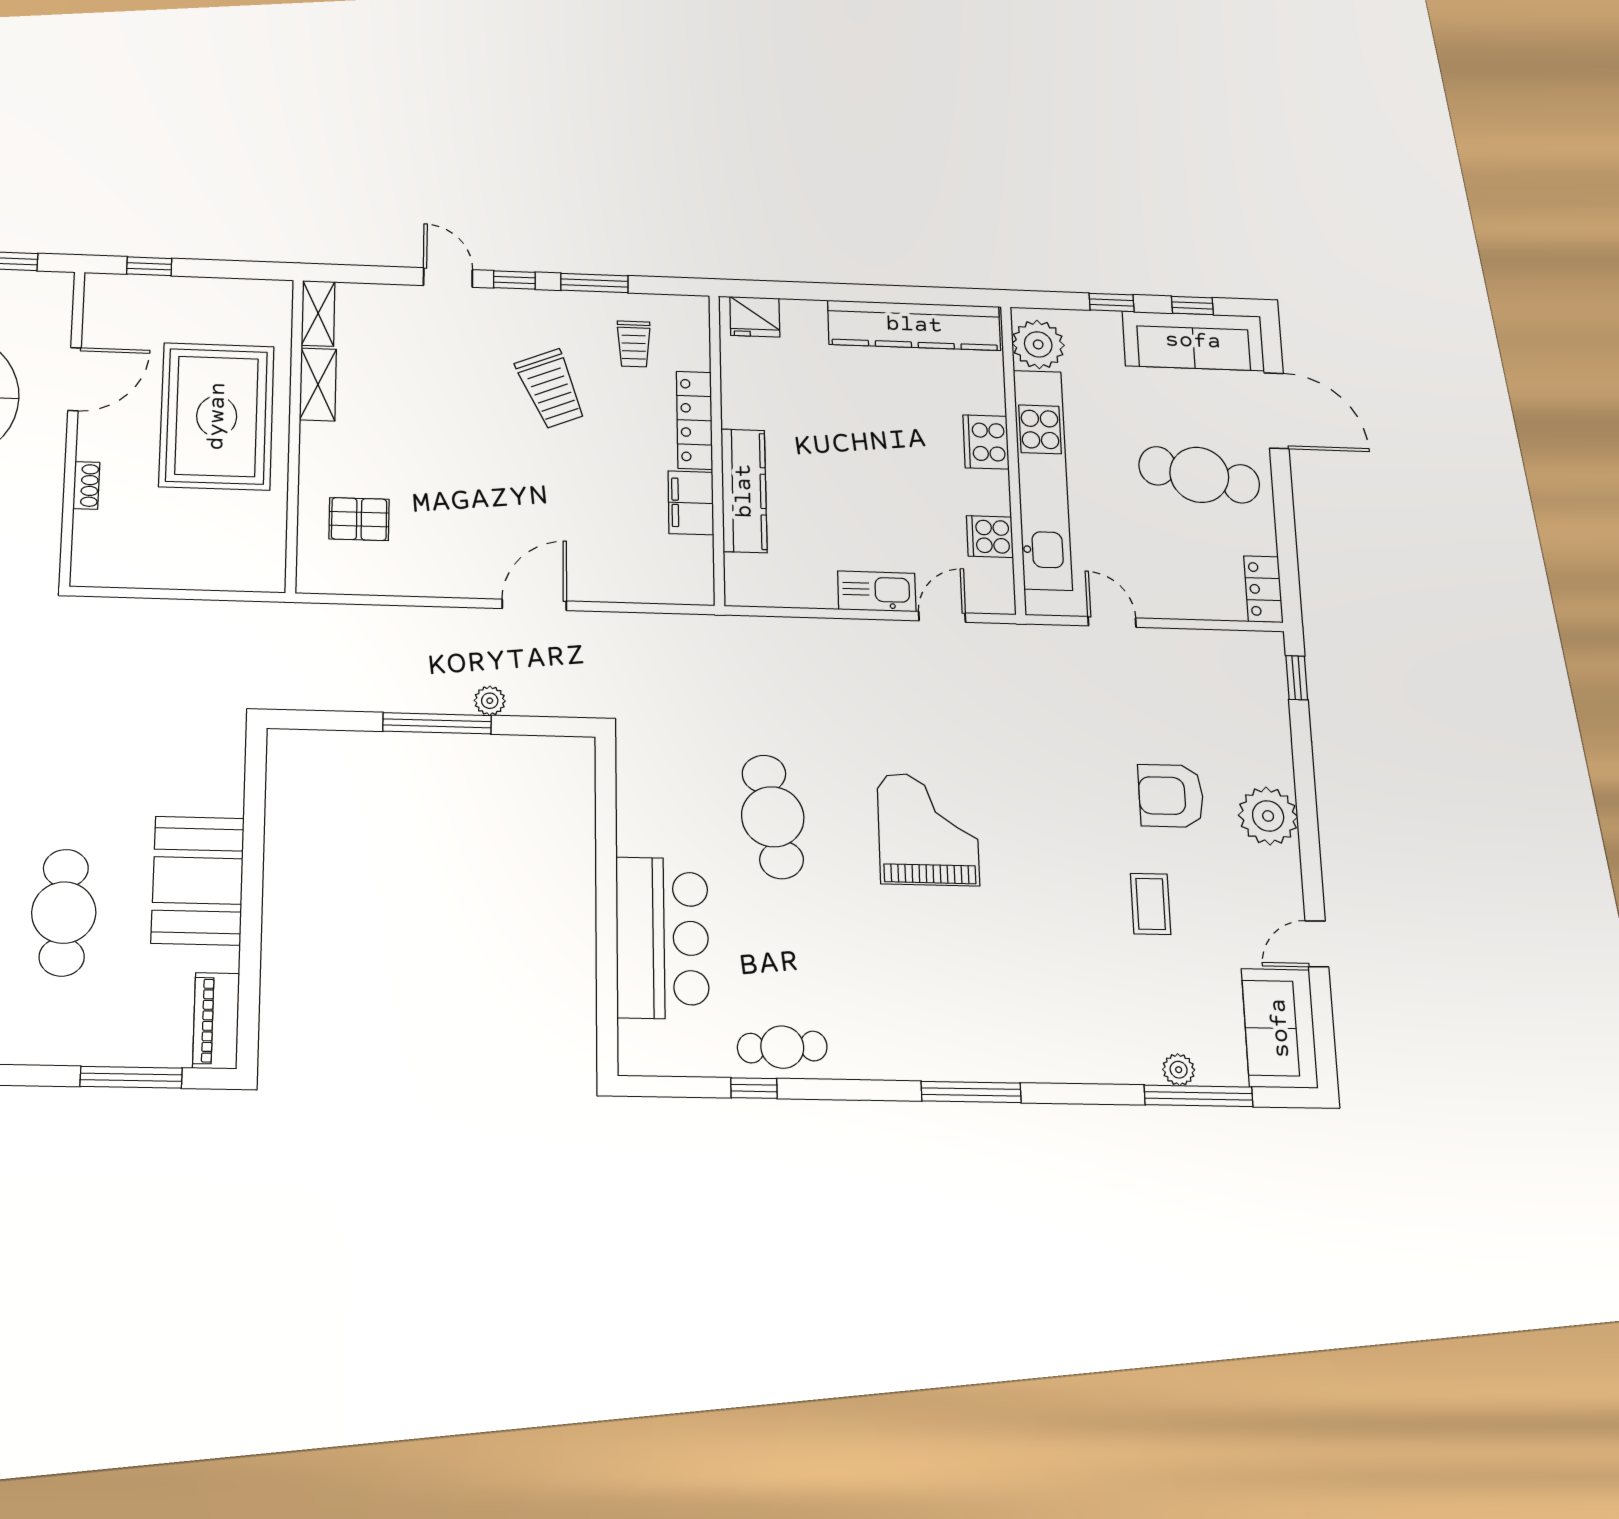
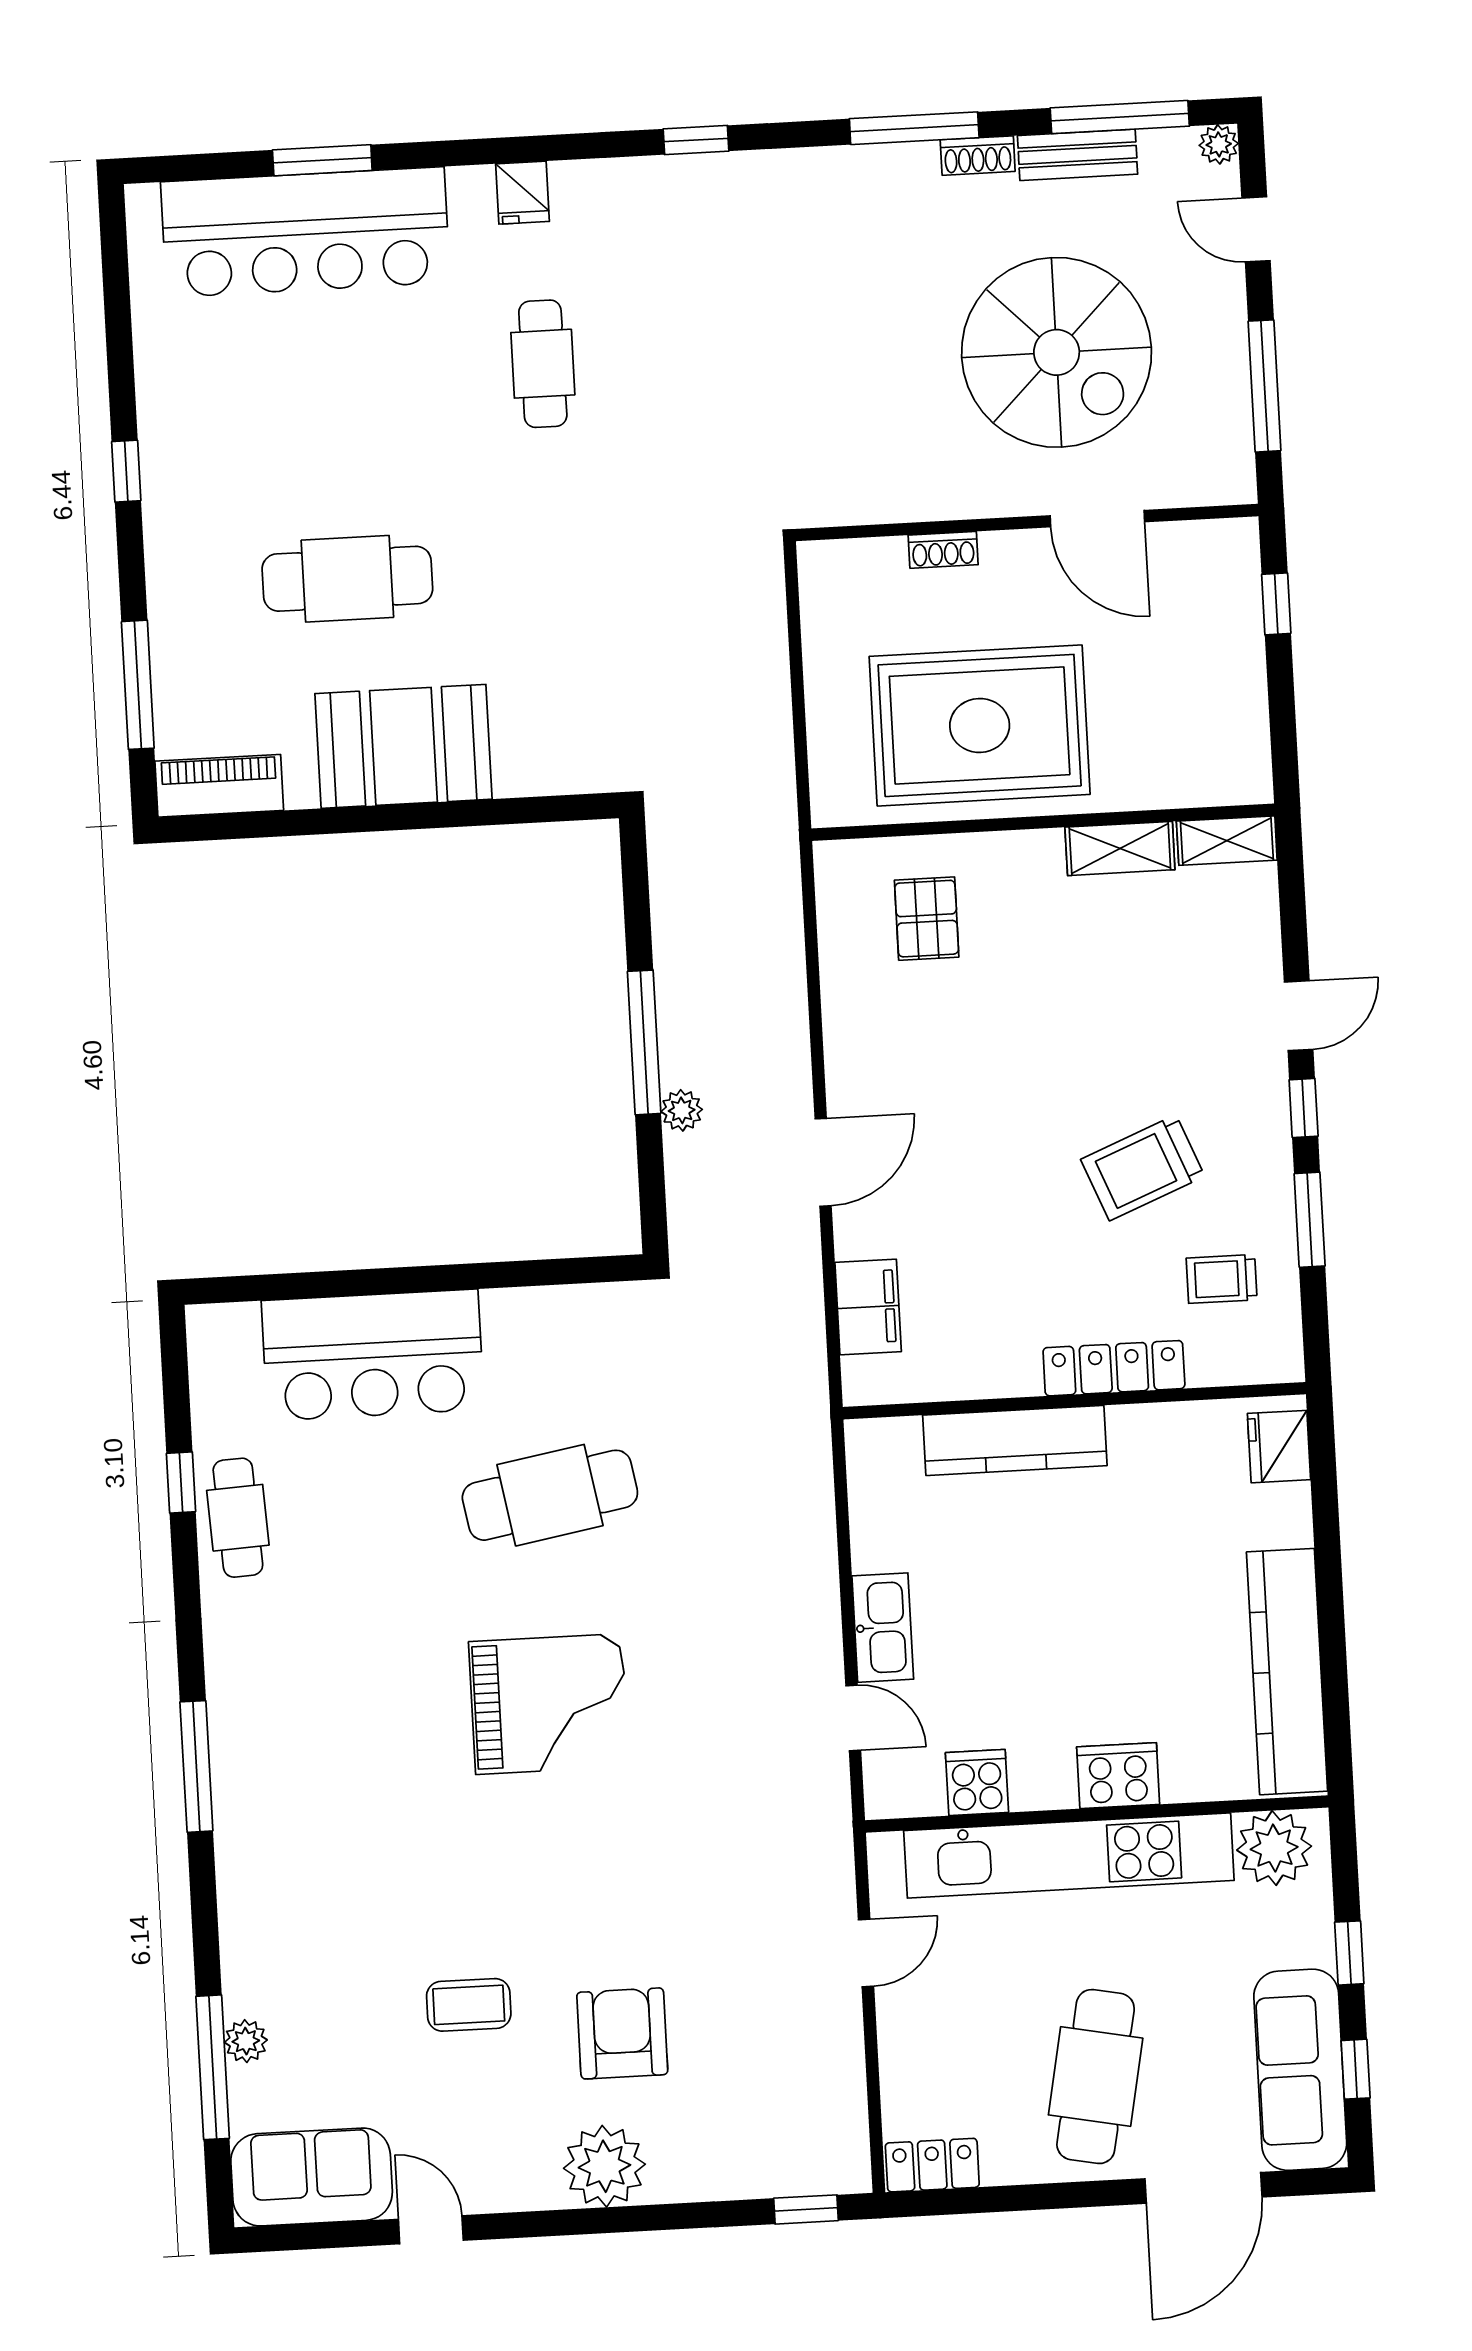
rug: (217, 416) -> (980, 725), moved
filing cabinet: (691, 503) -> (868, 1307), moved, turned 90
door: (534, 605) -> (823, 1162), hinge flipped

